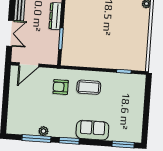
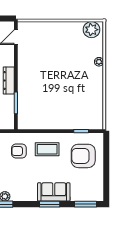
armchair: (124, 96) -> (83, 156), added
window: (69, 141) -> (50, 204), moved

